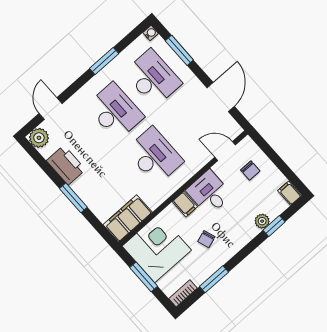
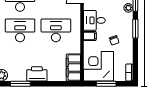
printer: (66, 165) -> (37, 74), moved
window: (73, 198) -> (20, 84), moved
window: (214, 279) -> (135, 29), moved

